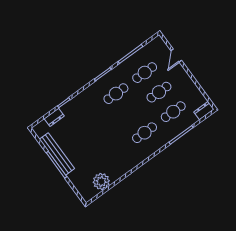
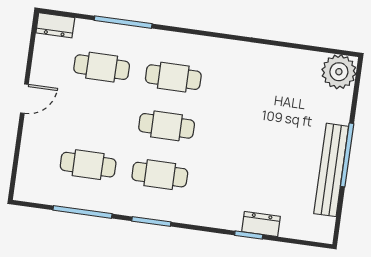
door: (176, 56) -> (24, 99), moved
cafe table: (159, 92) -> (167, 126), moved
dresser: (54, 117) -> (261, 224), moved
plant: (101, 181) -> (339, 72), moved

